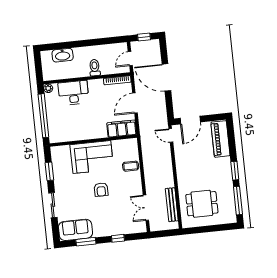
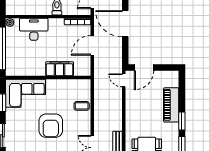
filing cabinet: (122, 129) -> (60, 69), moved
piano: (220, 139) -> (171, 105), moved
corner sofa: (92, 157) -> (26, 93), moved
armchair: (101, 190) -> (51, 126), width x1.88, depth x1.88

